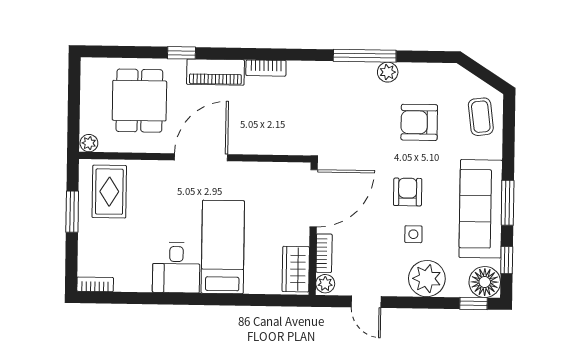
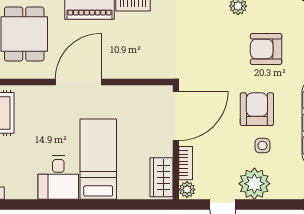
armchair: (408, 192) -> (257, 109), width x1.38, depth x1.38
plant: (427, 279) -> (254, 184), moved

